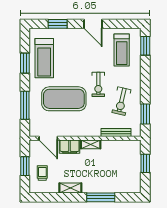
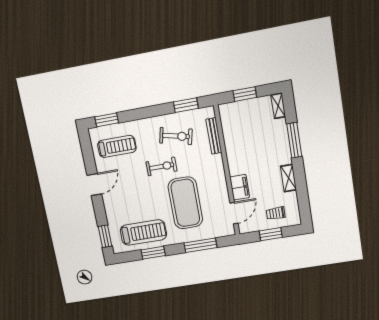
window: (58, 24) -> (105, 236), moved
shelving: (91, 144) -> (278, 106), moved

